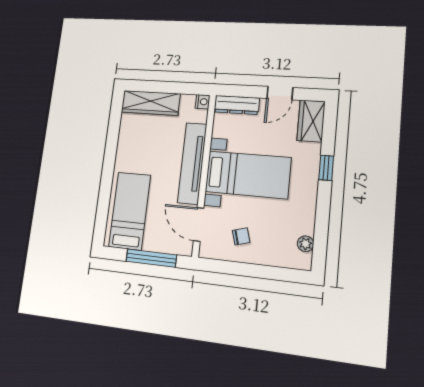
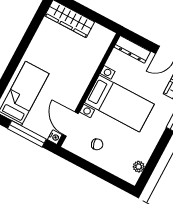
nightstand: (203, 102) -> (55, 137), moved
tv unit: (192, 163) -> (83, 78), removed

